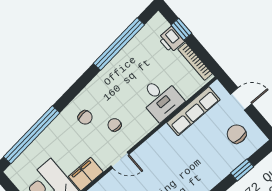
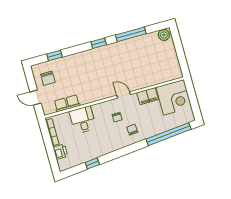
window: (181, 29) -> (52, 155), removed
window: (119, 44) -> (92, 163), width x0.32
row of seats: (193, 111) -> (67, 103), width x0.68

